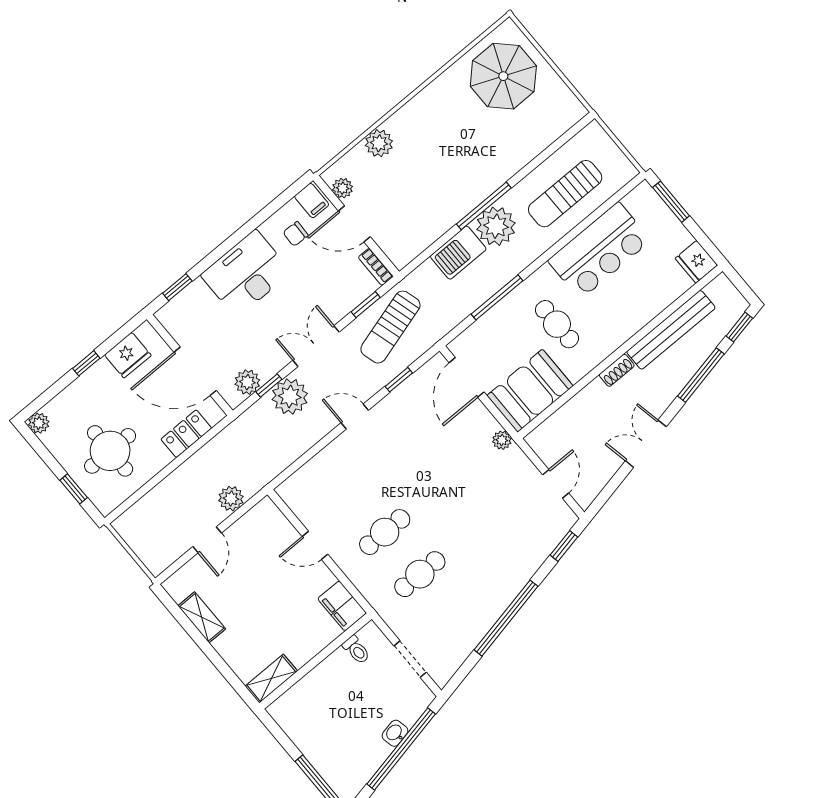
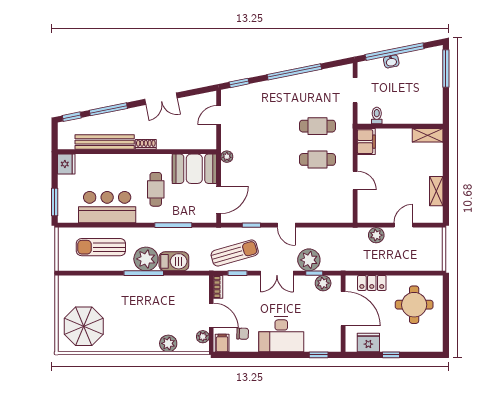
sun lounger: (565, 194) -> (101, 247), turned 180
plant: (39, 423) -> (437, 346), removed
window: (74, 489) -> (446, 301), removed

